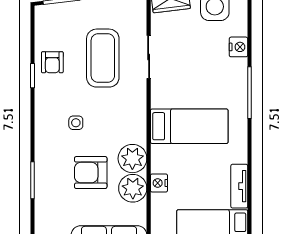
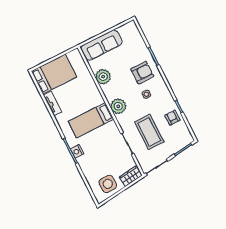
nightstand: (239, 47) -> (77, 151), moved
plant: (132, 159) -> (118, 106), moved
armchair: (91, 173) -> (142, 73), moved
nightstand: (159, 183) -> (92, 85), removed

